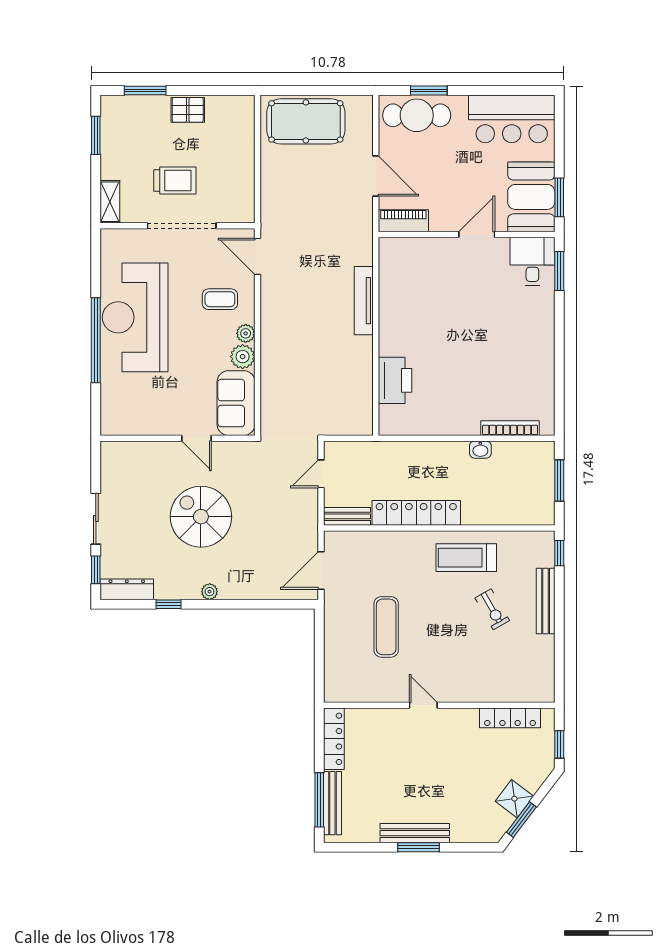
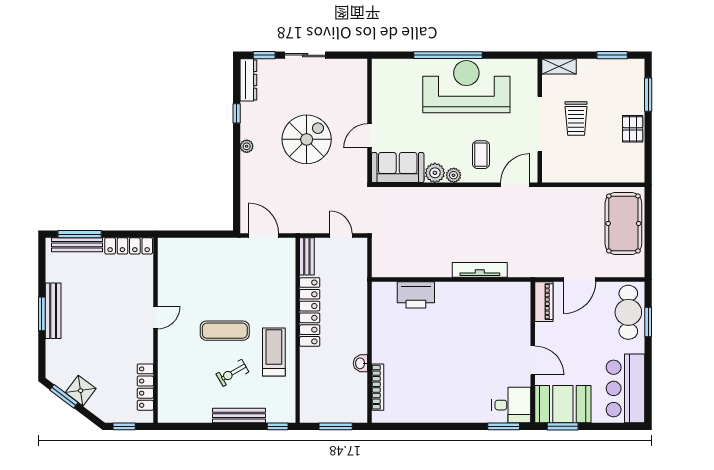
exercise mat: (386, 627) -> (225, 331), moved

